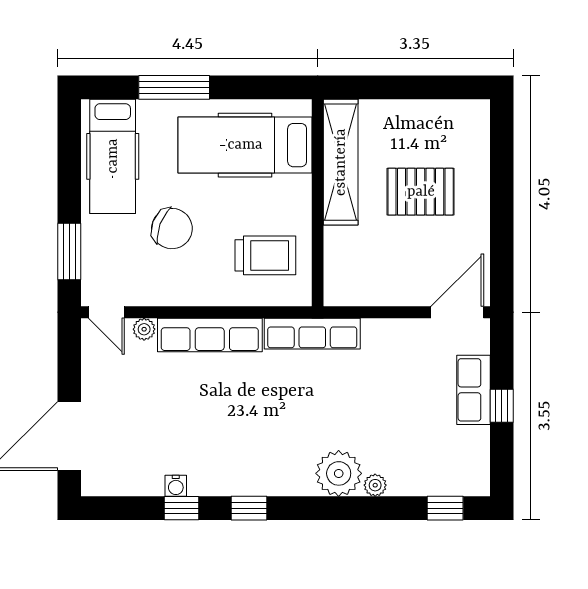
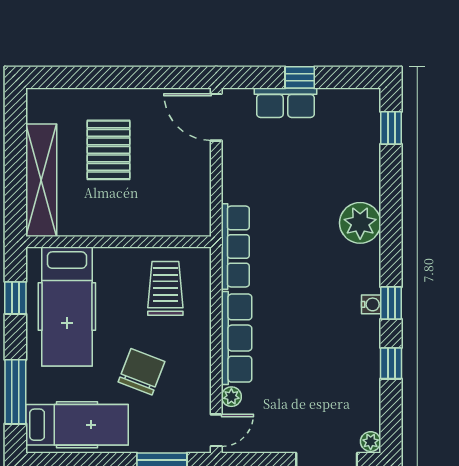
window: (174, 87) -> (15, 392), moved
window: (255, 87) -> (15, 298), added
shelving: (341, 162) -> (41, 180), moved, turned 90
plant: (375, 485) -> (371, 442), moved
water cooler: (176, 486) -> (371, 304), moved

